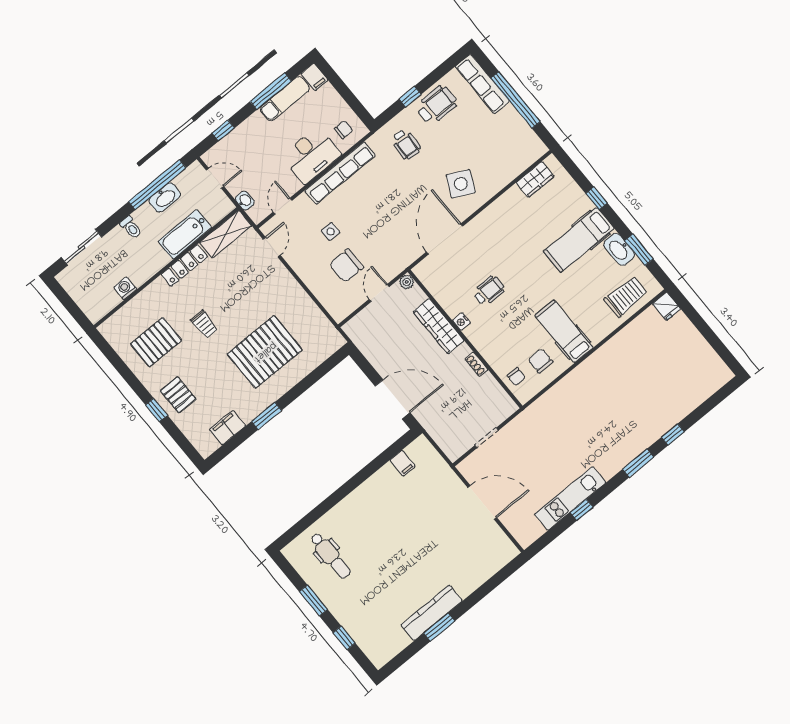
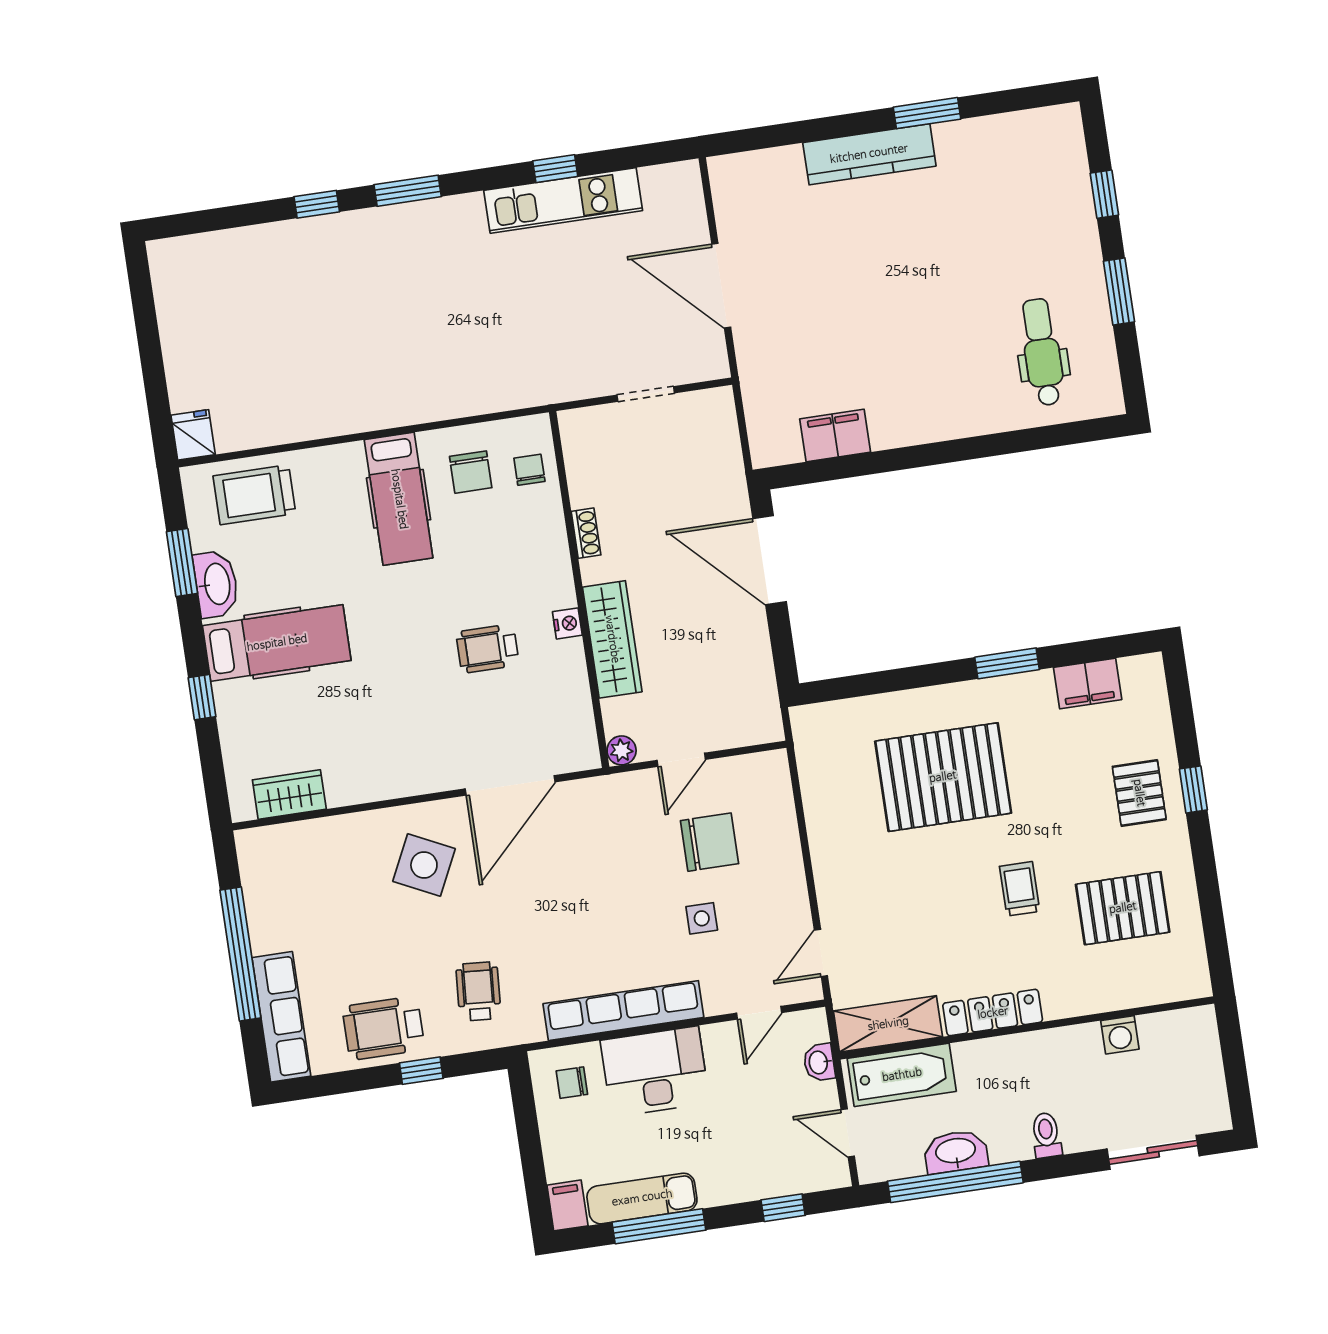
bathtub: (185, 234) -> (902, 1075), moved
filing cabinet: (403, 463) -> (835, 436), width x2.00
kitchen counter: (432, 613) -> (869, 154), moved

